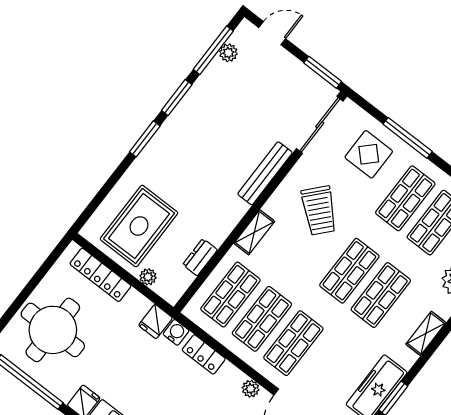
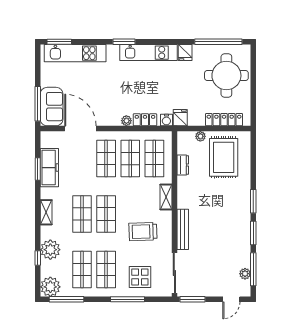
trolley: (319, 210) -> (143, 232), turned -44
plant: (251, 389) -> (126, 121), moved

